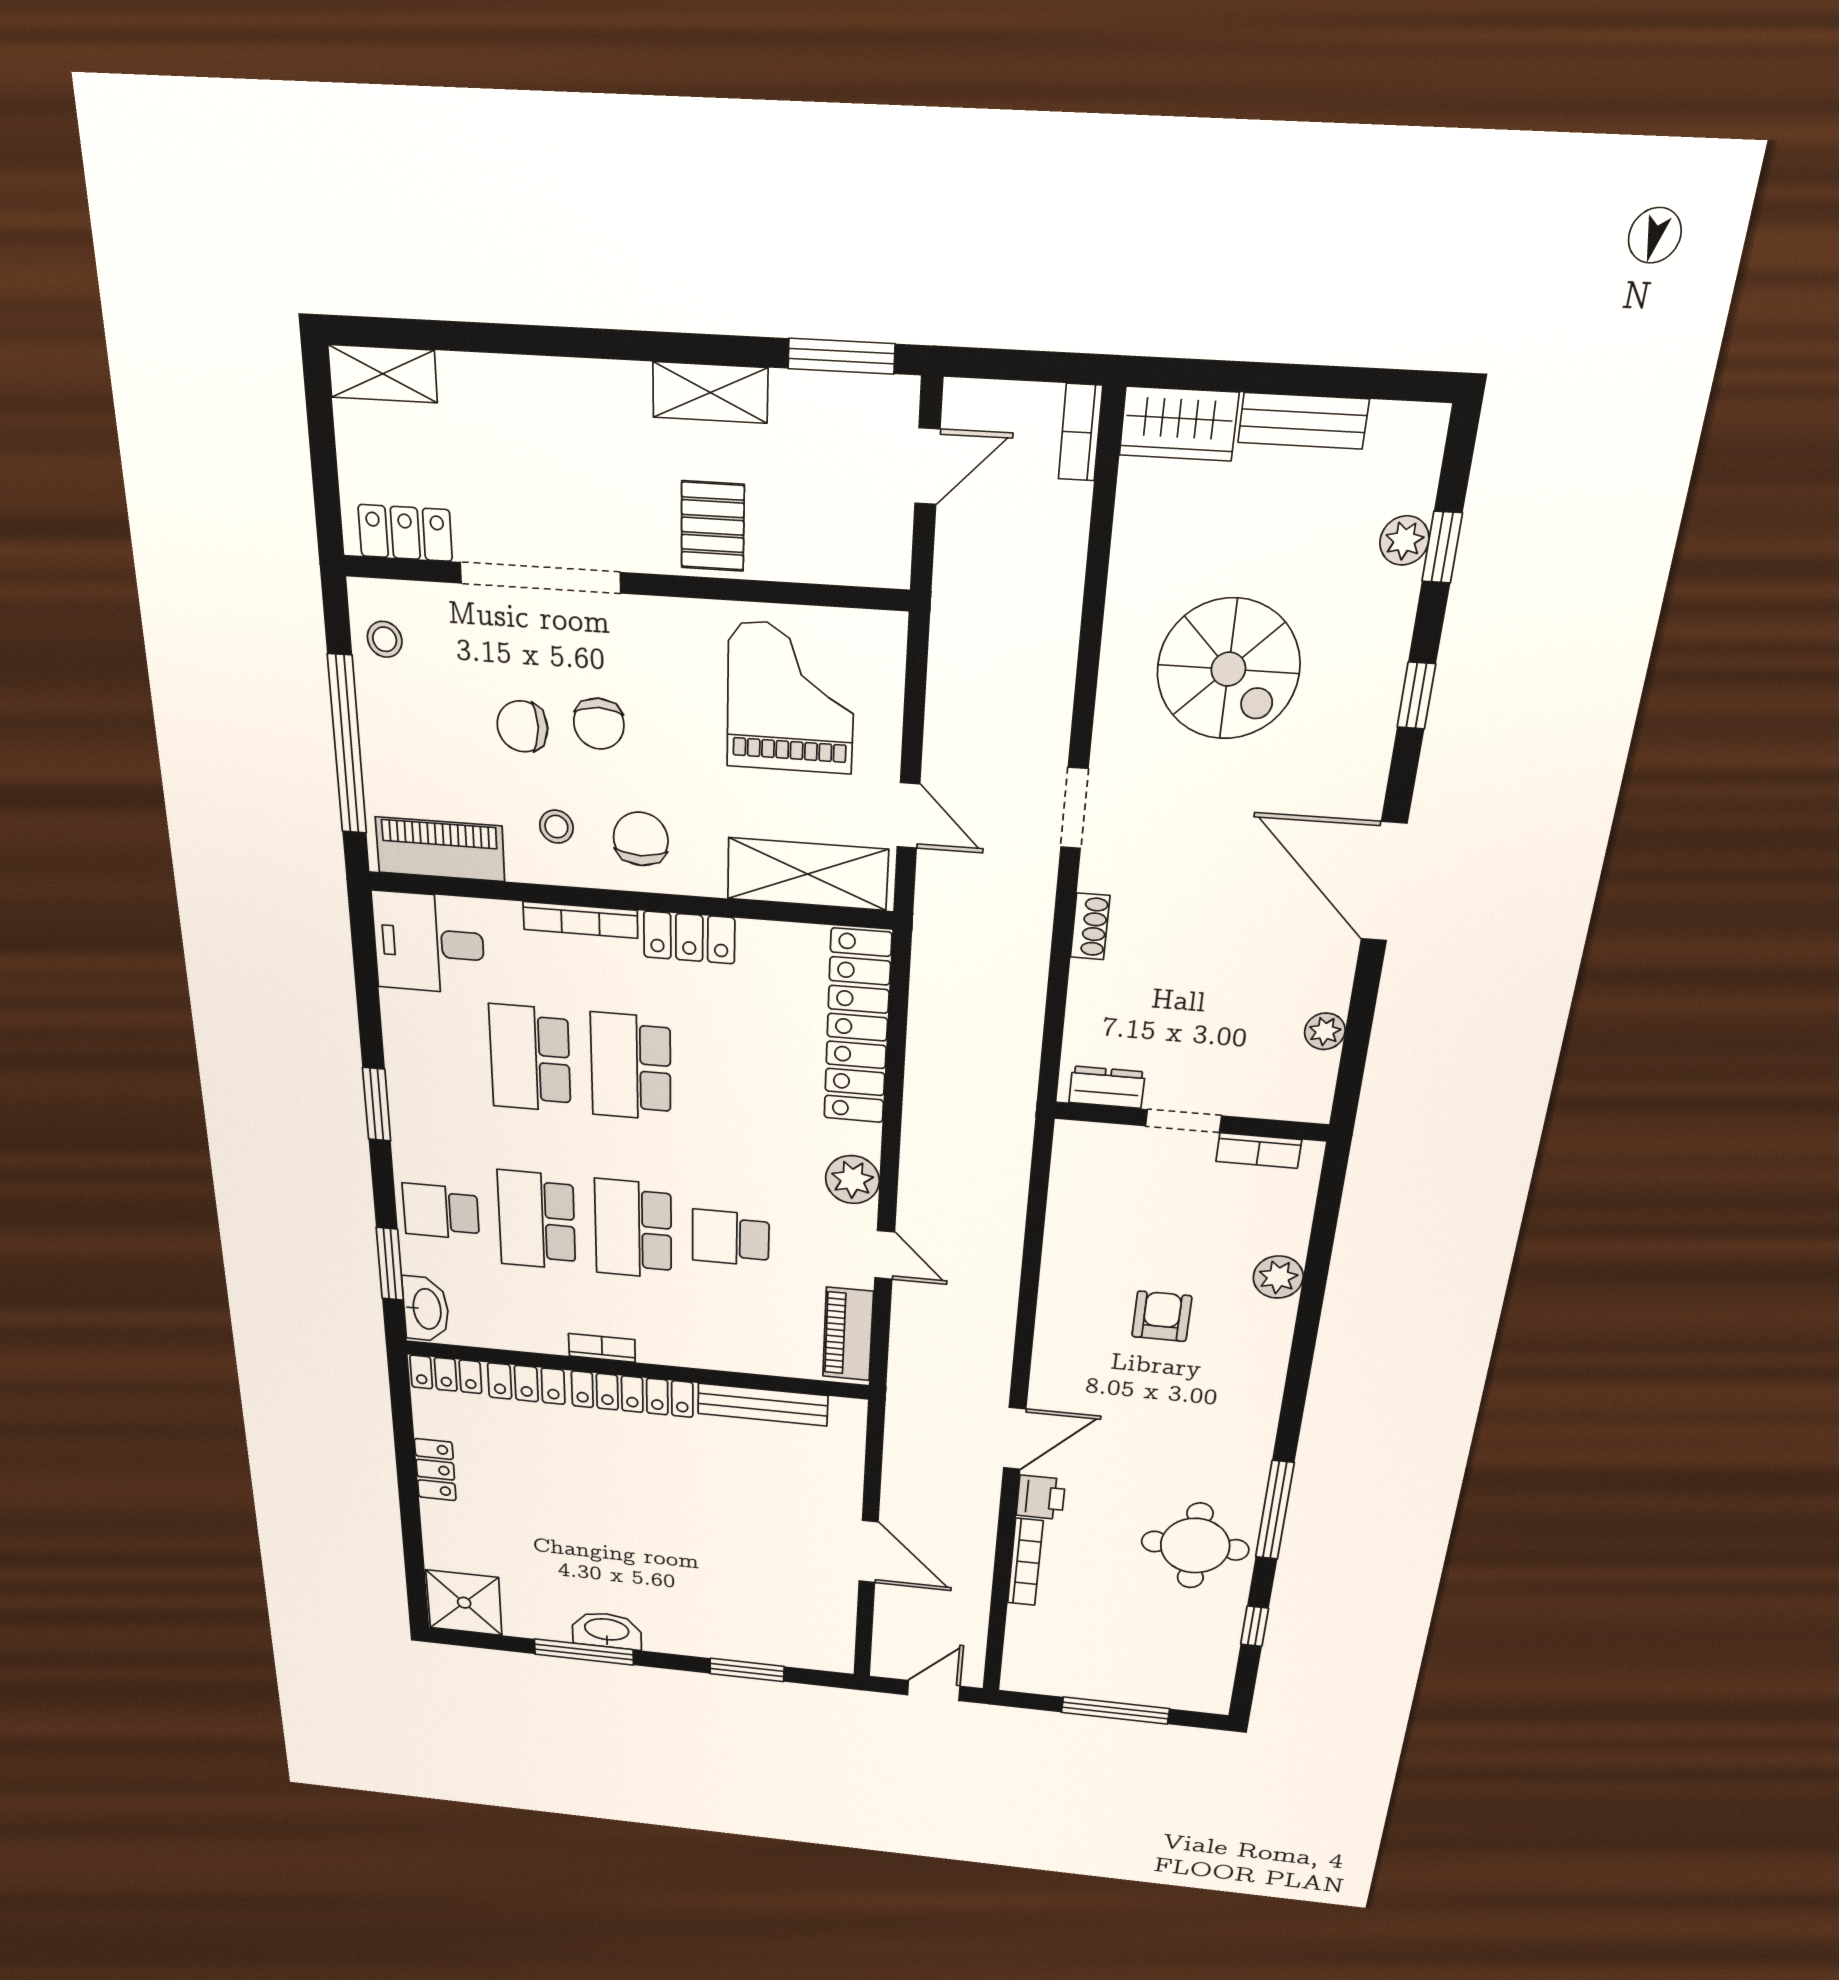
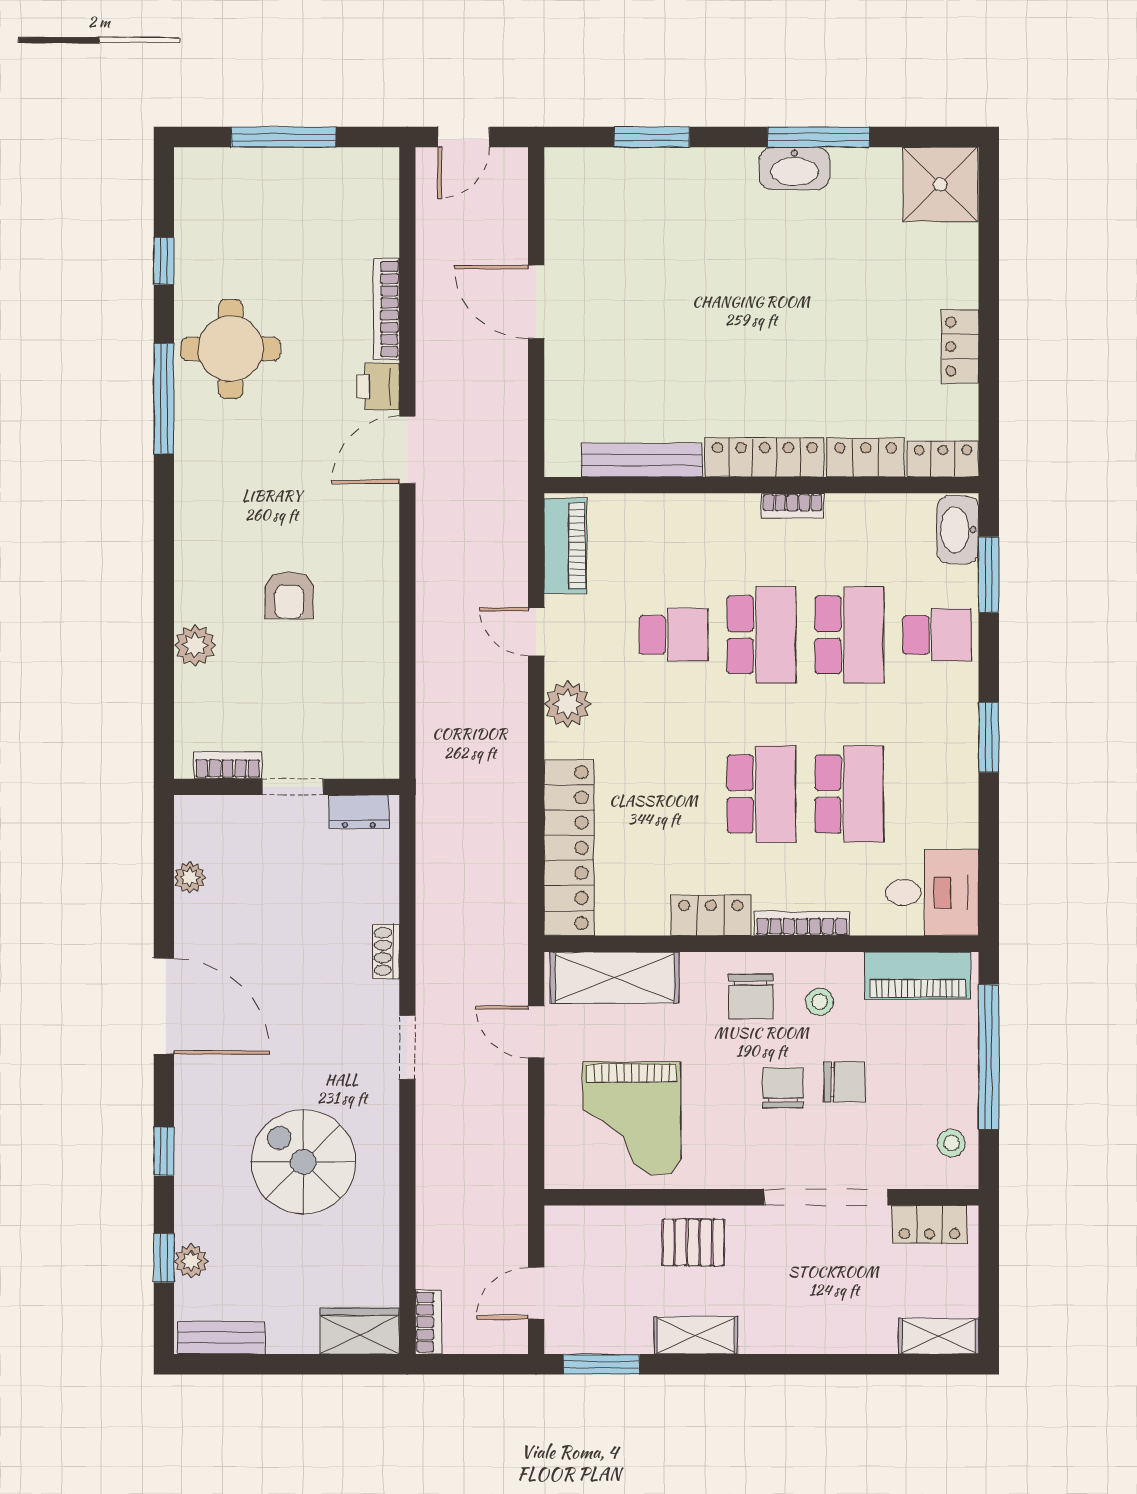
bench: (1303, 421) -> (221, 1338), moved
pallet: (713, 526) -> (693, 1243), turned 90

